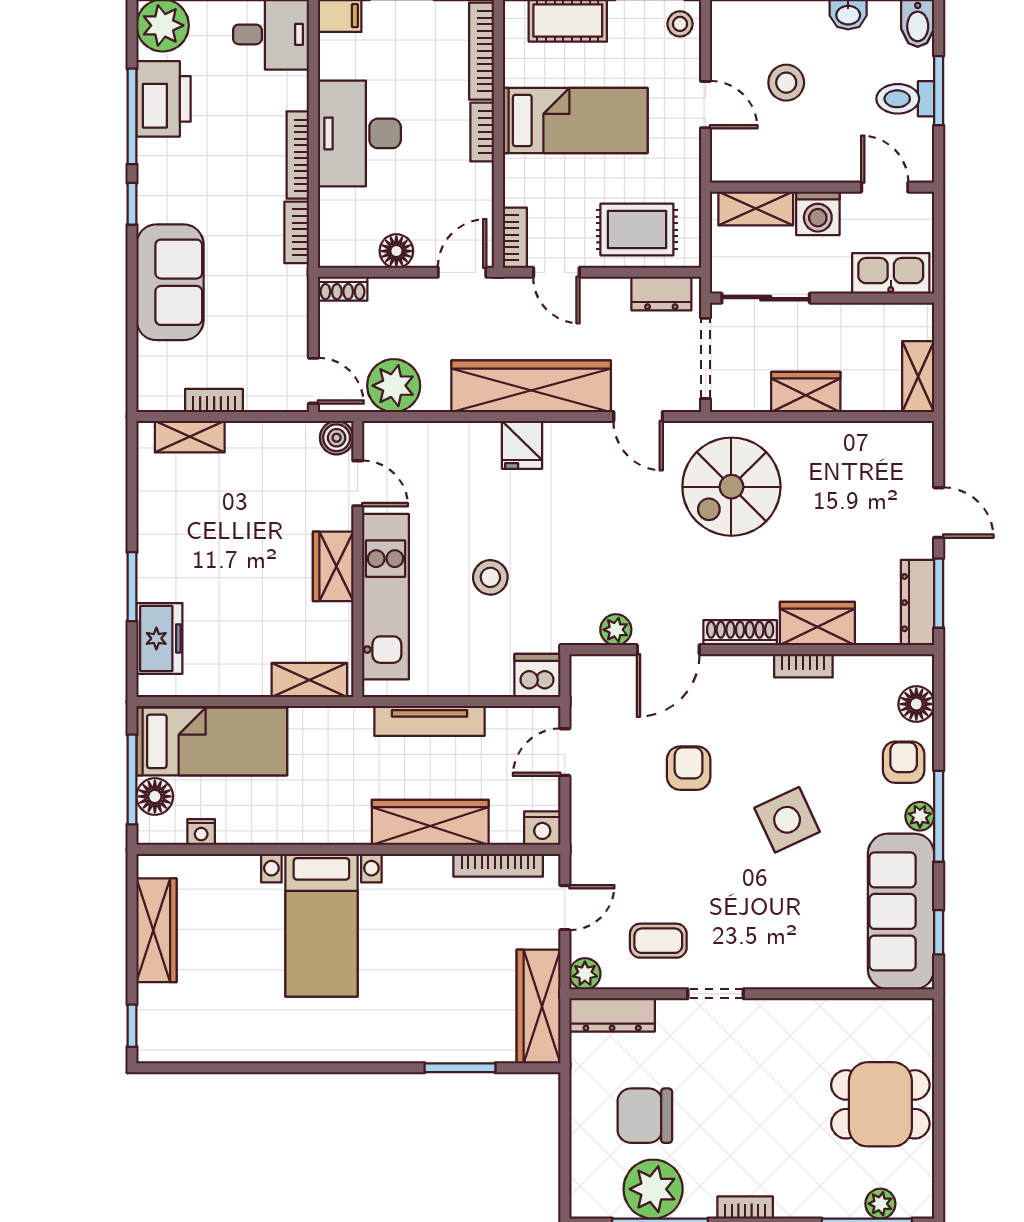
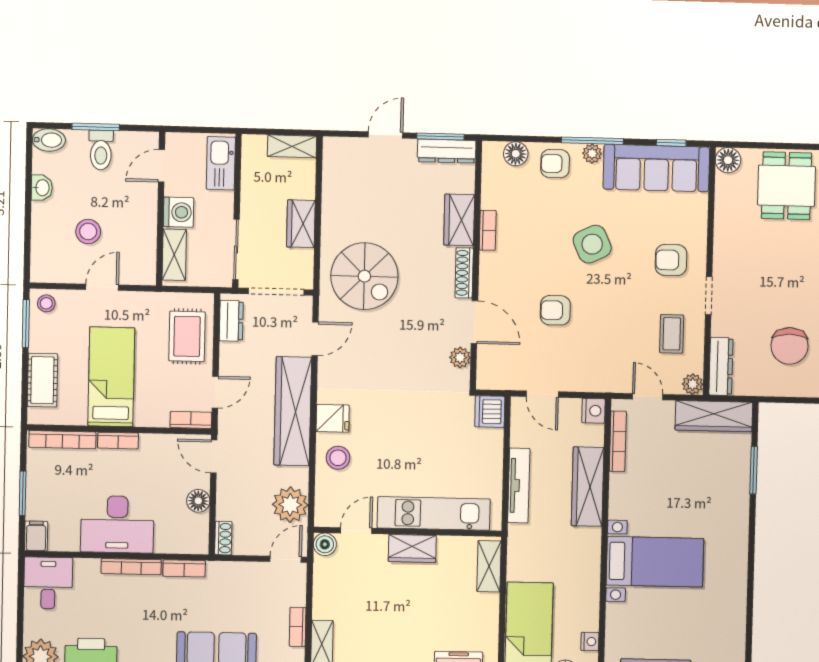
stool: (490, 577) -> (338, 458), moved
armchair: (767, 937) -> (671, 260), added
floor lamp: (916, 1017) -> (728, 160), added

